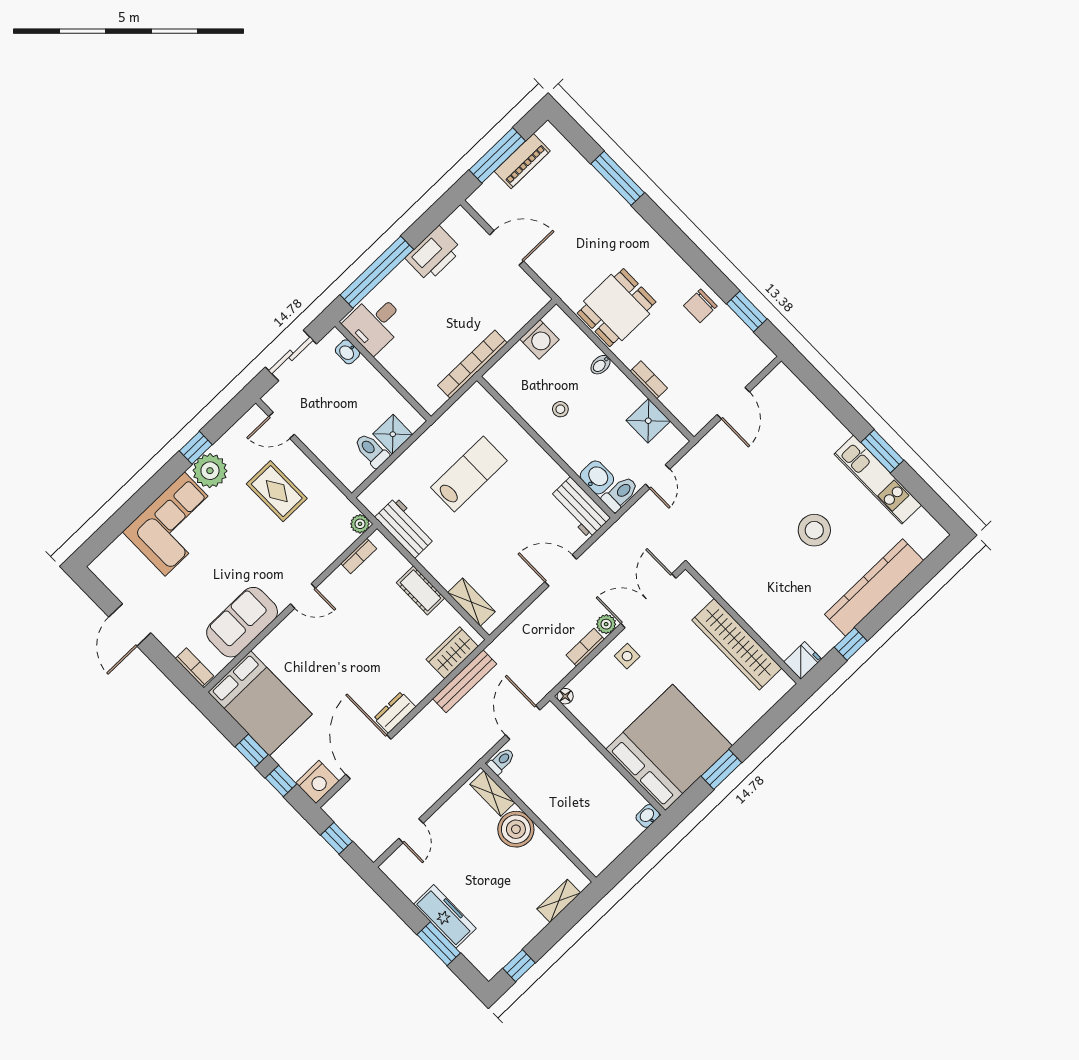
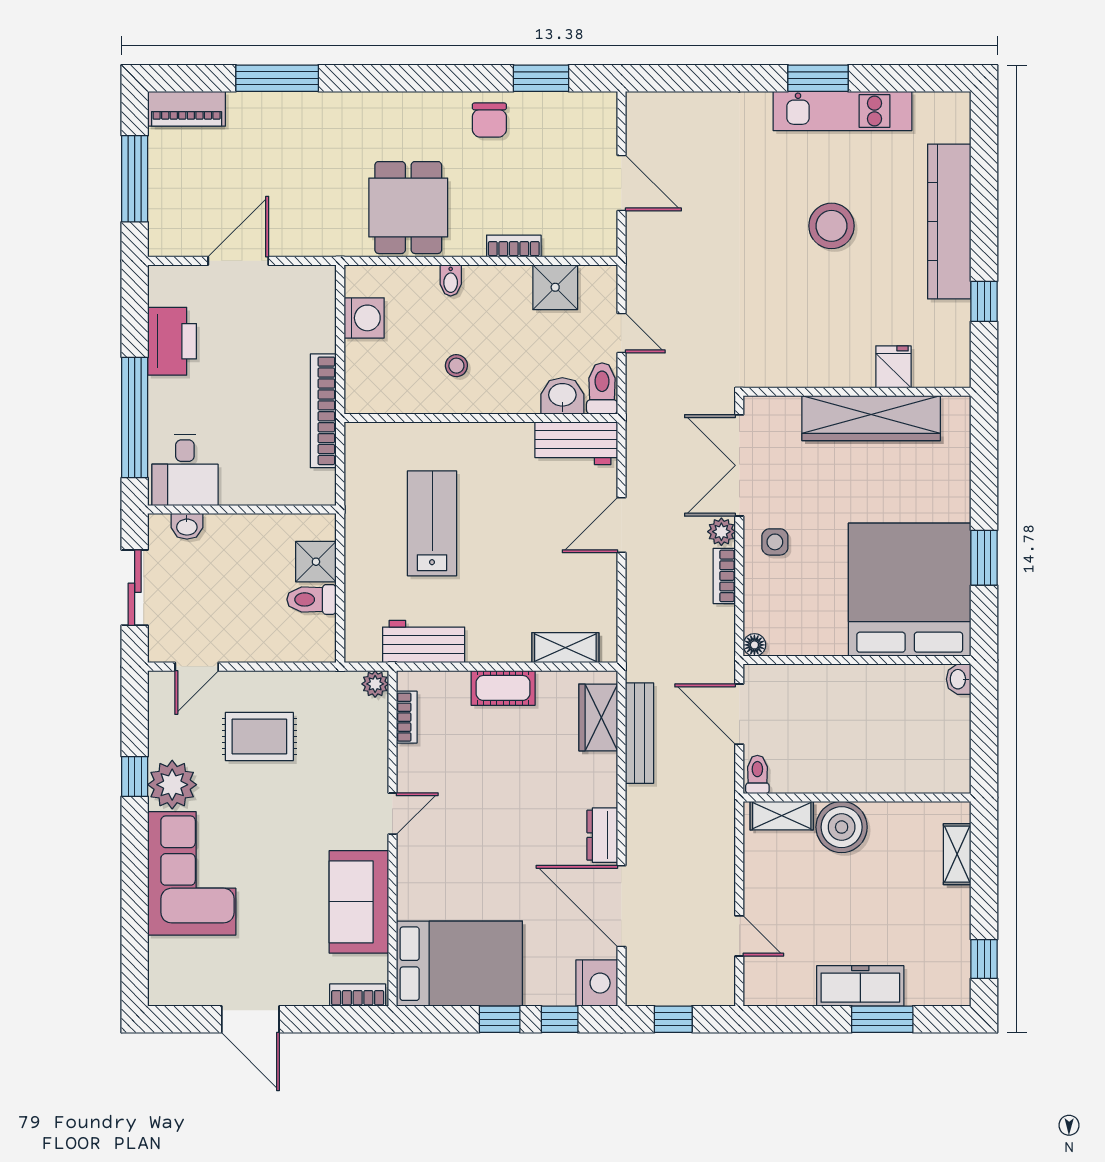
piano: (522, 161) -> (187, 109), moved, turned 90
fridge: (803, 661) -> (893, 367), moved

